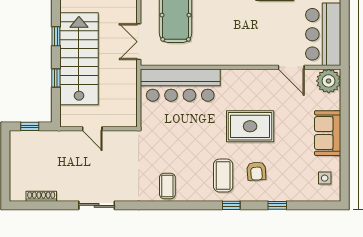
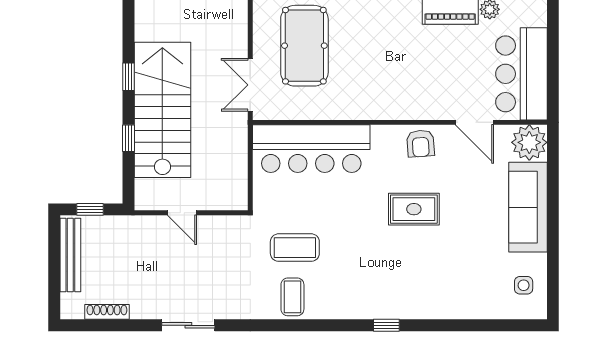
rug: (250, 126) -> (414, 209), width x0.73, depth x0.70
sofa: (328, 133) -> (528, 207), width x1.36
bench: (16, 158) -> (70, 255), added
armchair: (256, 171) -> (420, 143), moved
coffee table: (223, 176) -> (295, 248), moved, turned 90
window: (277, 205) -> (454, 325), removed

